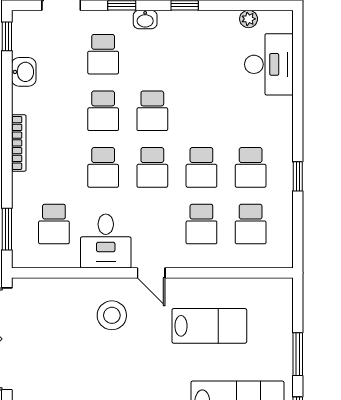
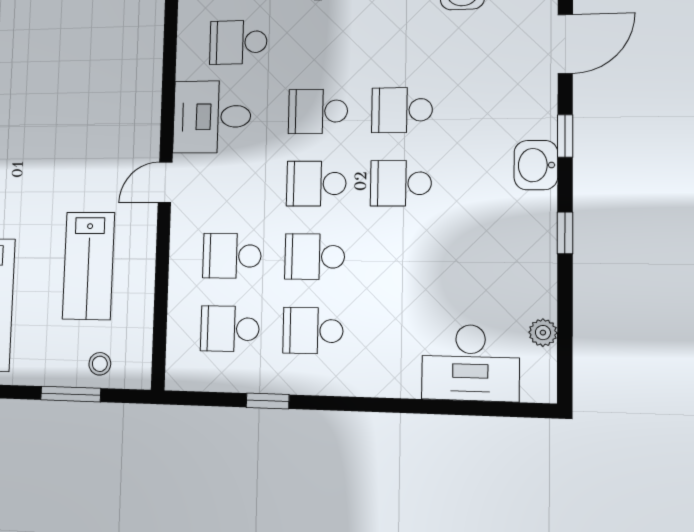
washbasin: (145, 20) -> (536, 165), width x1.38, depth x1.45
school desk: (103, 54) -> (488, 109), removed
window: (298, 176) -> (268, 401), moved
stool: (112, 315) -> (100, 364), moved, width x0.53, depth x0.53
window: (298, 354) -> (71, 394), moved

